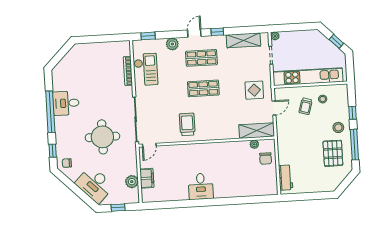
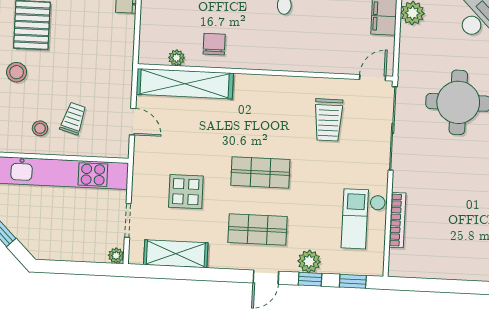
window: (217, 32) -> (310, 279), moved
display table: (254, 90) -> (186, 192), moved
door: (274, 108) -> (133, 122), swing flipped
trolley: (187, 124) -> (328, 120), moved
shelving: (257, 131) -> (185, 84), width x1.47
chair: (266, 159) -> (214, 44), moved

